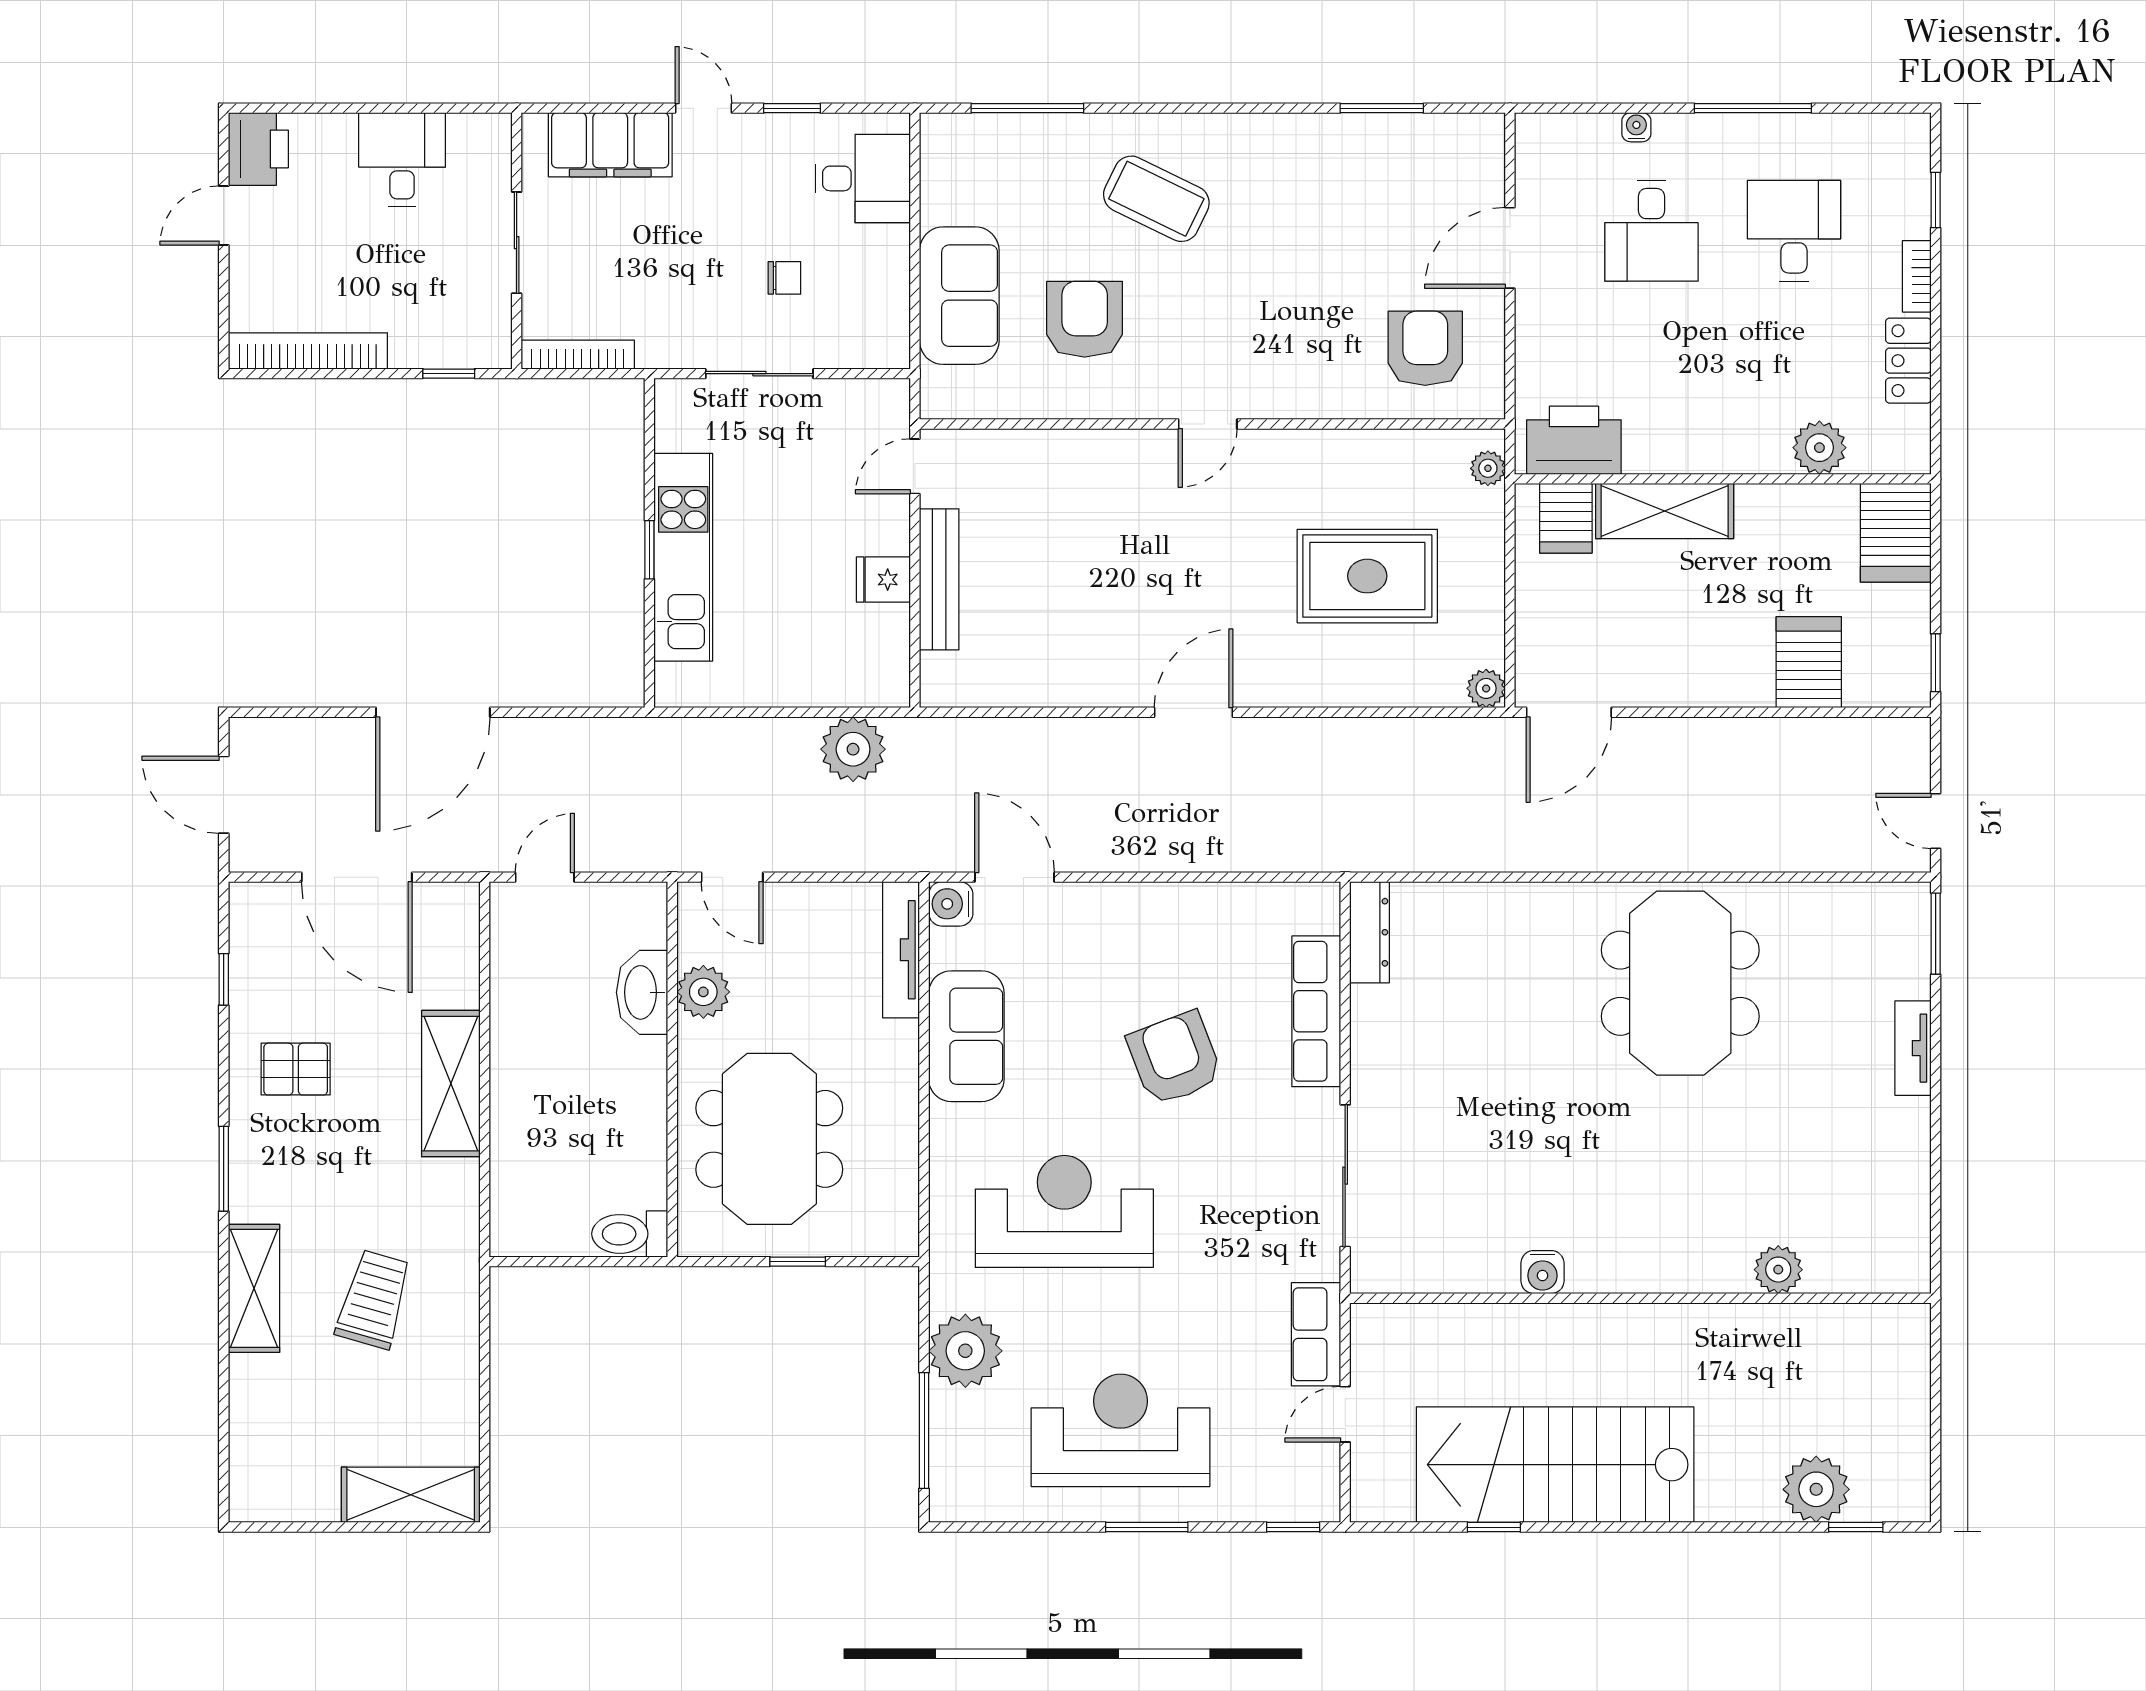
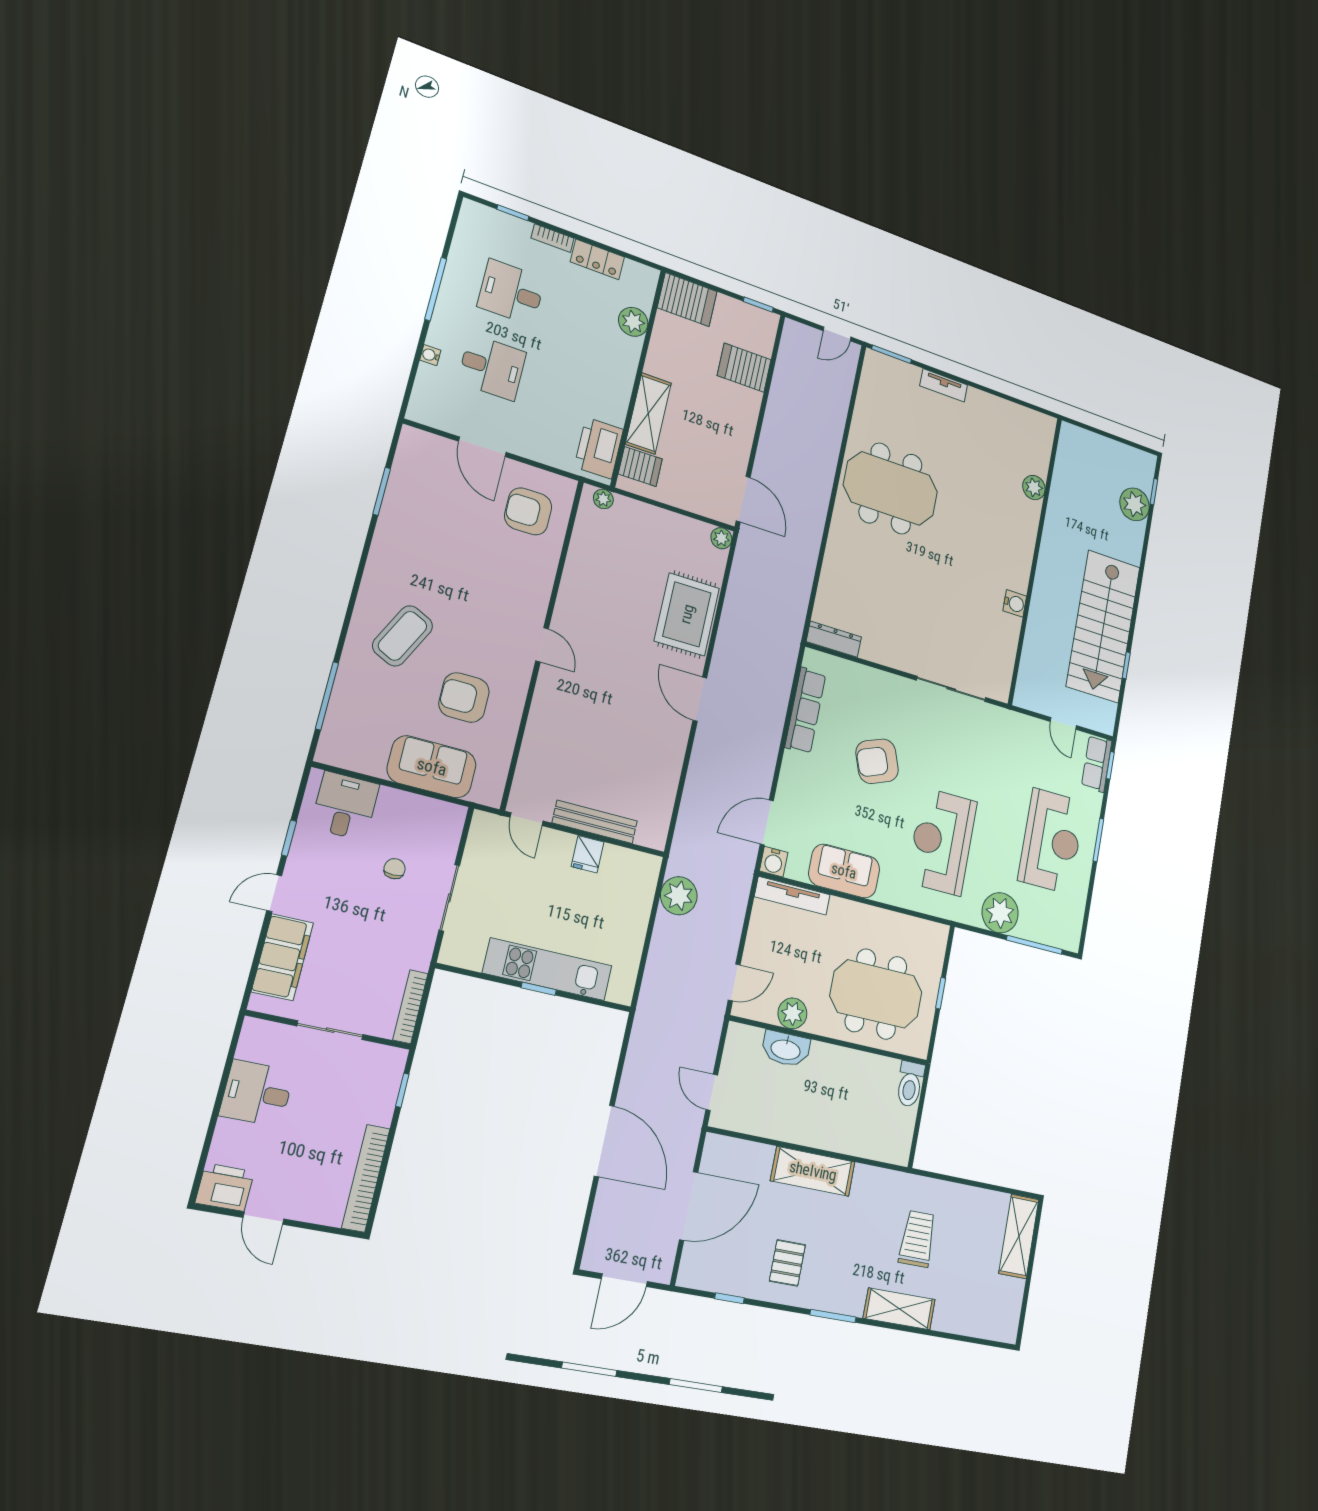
rug: (1367, 576) -> (687, 614), moved
row of seats: (1316, 1011) -> (805, 711), moved, turned -90
trolley: (374, 1299) -> (917, 1239), turned 74
row of seats: (1316, 1334) -> (1097, 763), moved, turned 90
reception desk: (1121, 1430) -> (1052, 841), turned 180

